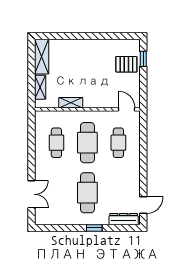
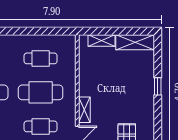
window: (82, 36) -> (158, 86), added
shelving: (71, 103) -> (84, 110), moved

